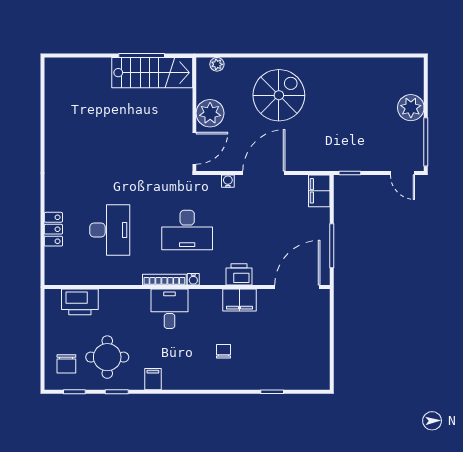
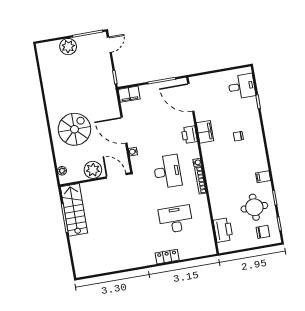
spiral stairs: (279, 95) -> (74, 129), turned 90
locker: (53, 229) -> (167, 257), moved
desk: (170, 309) -> (242, 86), moved, turned 180

